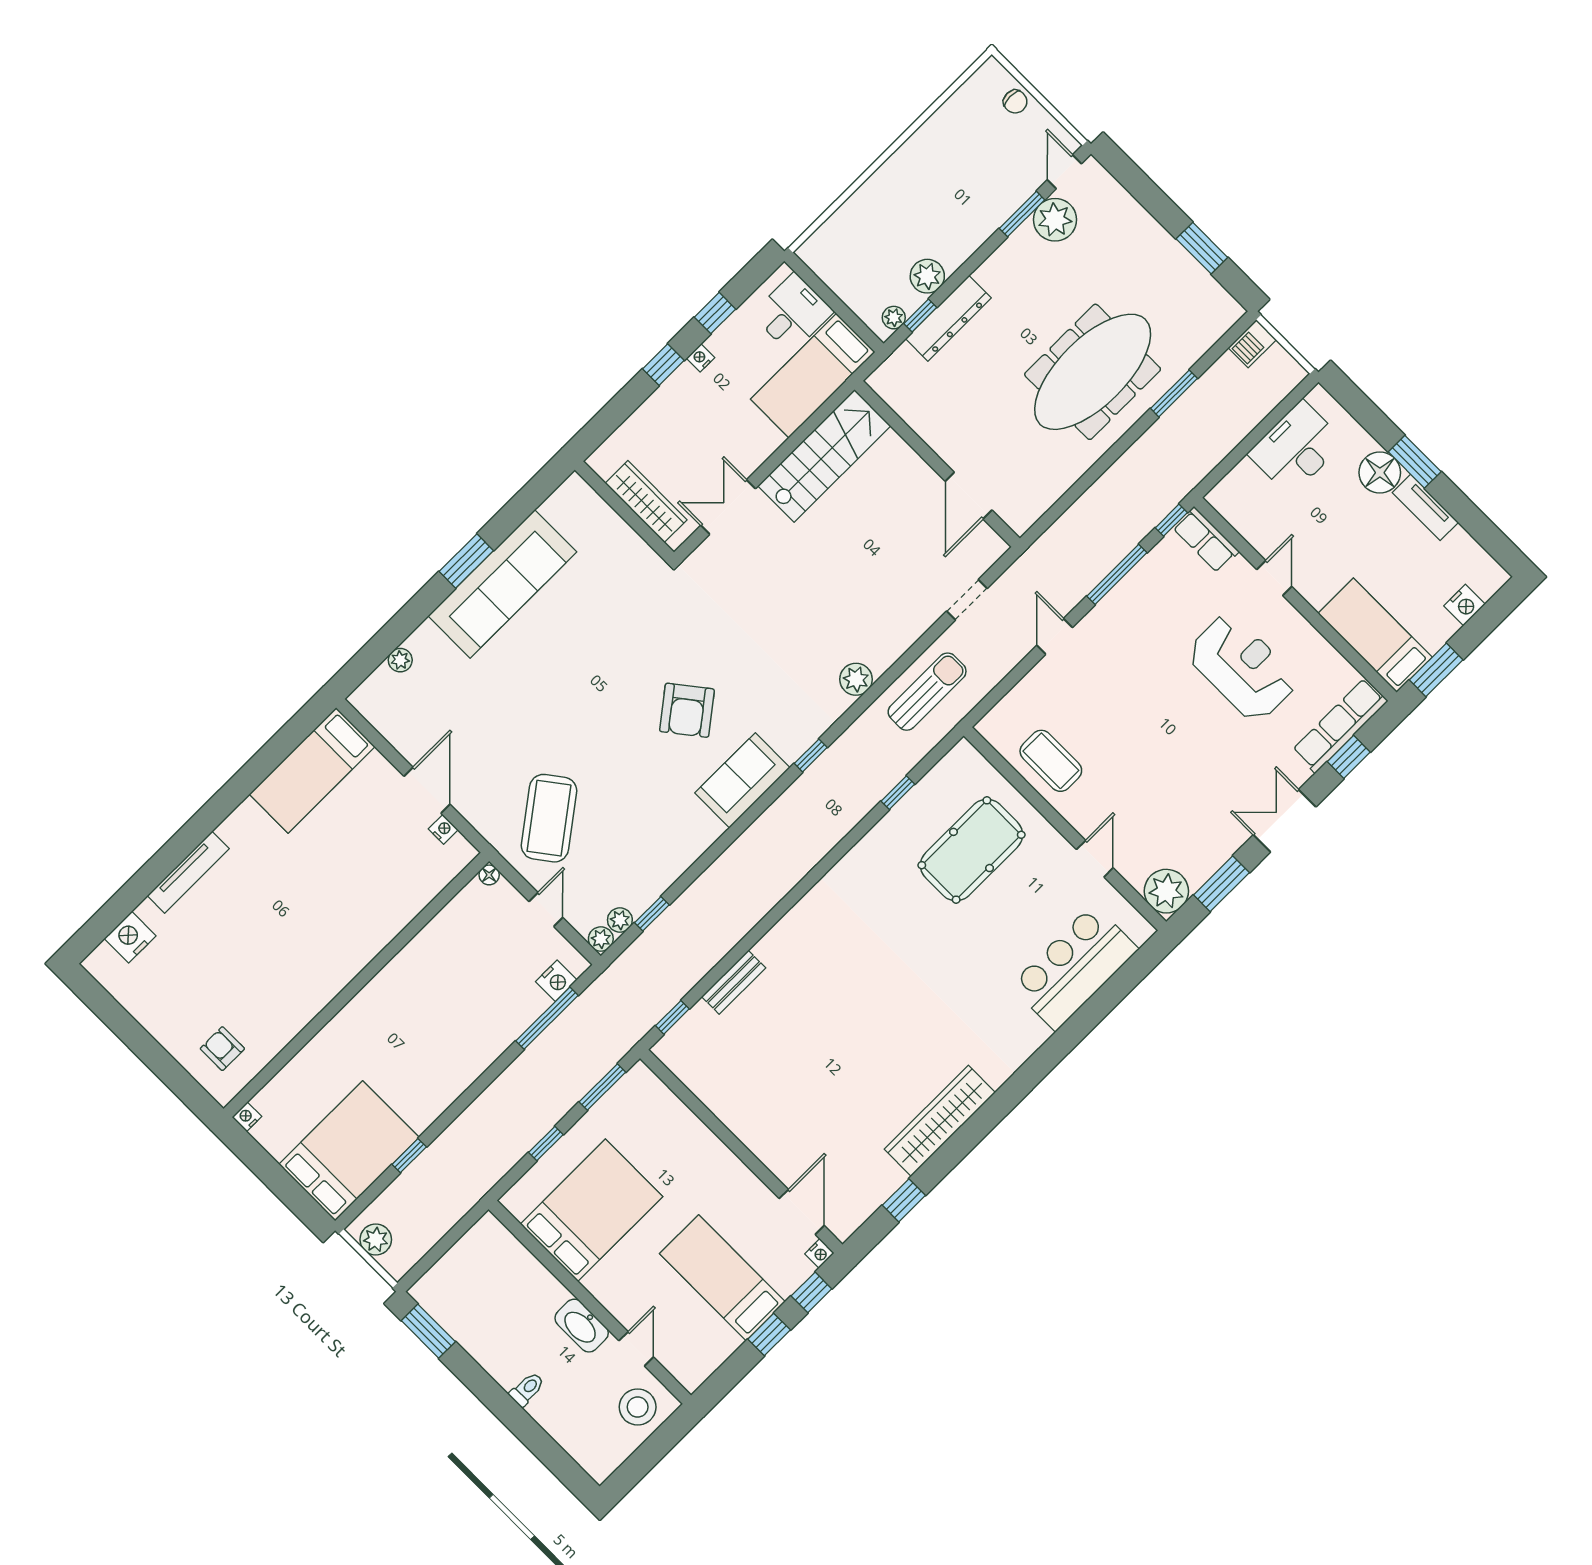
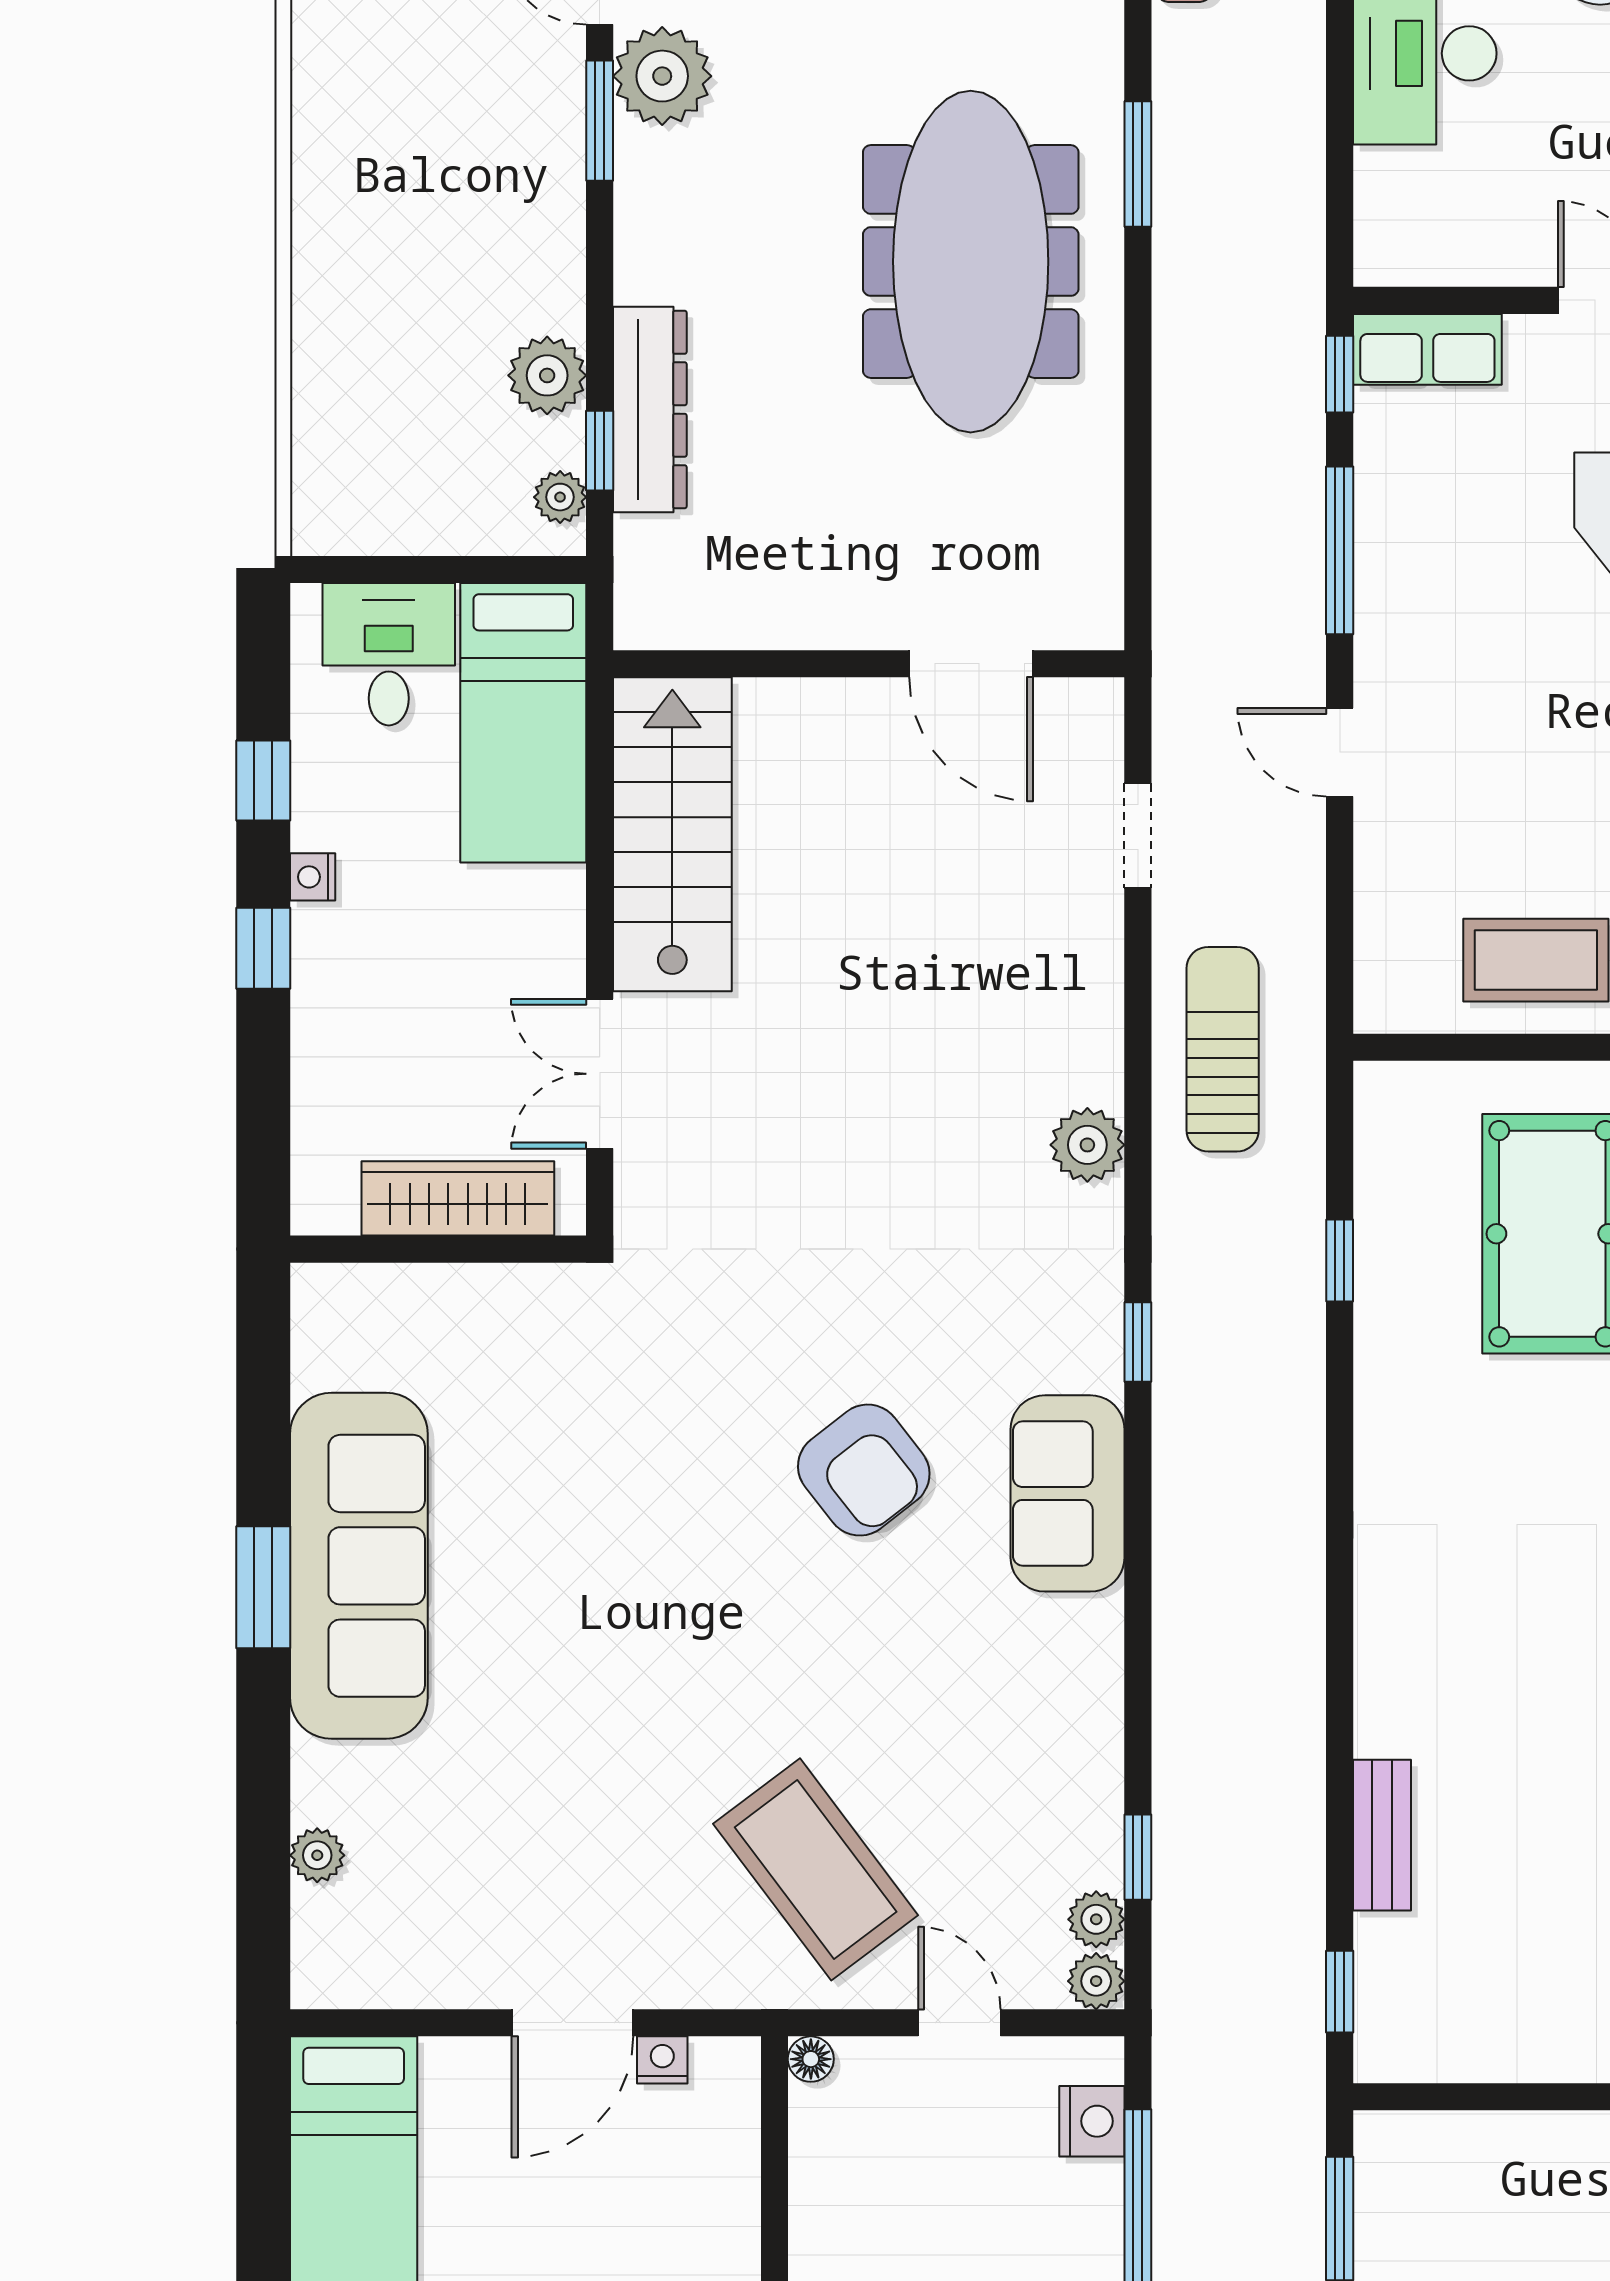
door: (427, 790) -> (572, 2023), swing flipped

